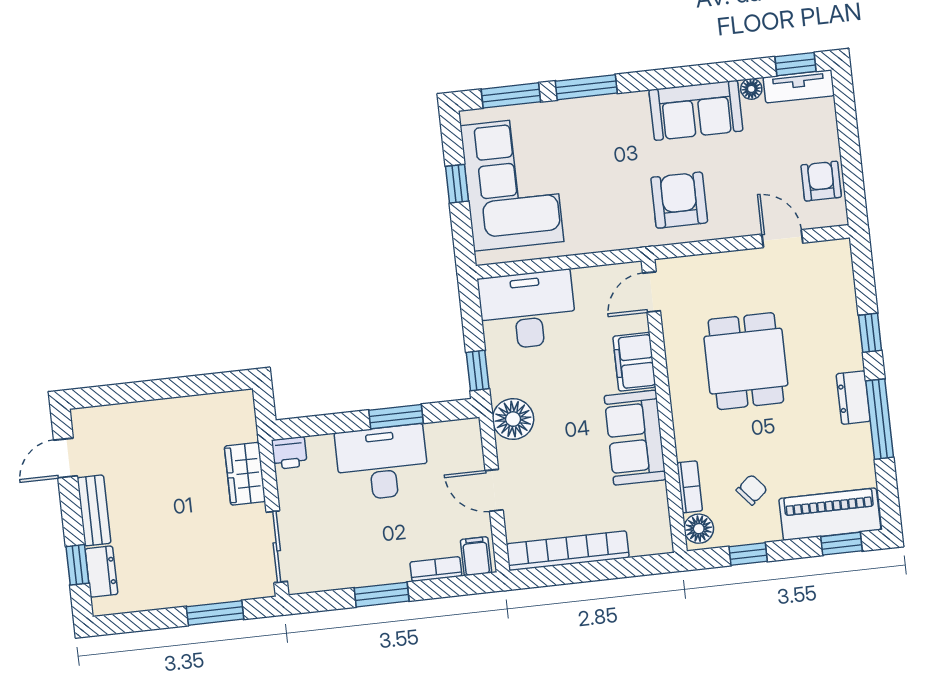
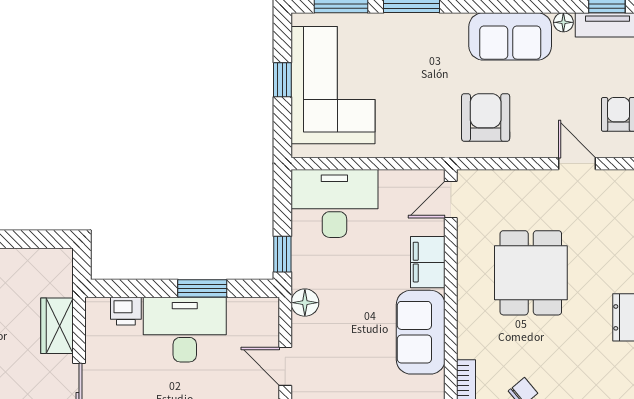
floor lamp: (513, 419) -> (305, 303), width x0.73, depth x0.73
printer: (289, 453) -> (126, 311), moved

